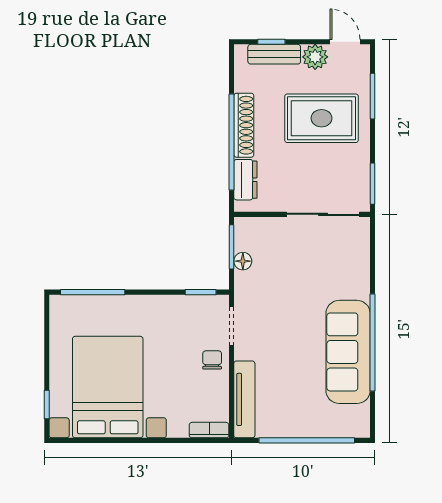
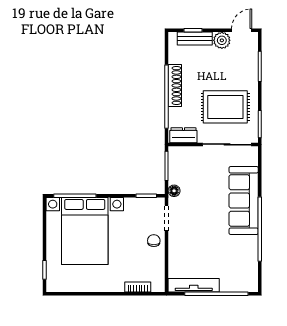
door: (345, 42) -> (242, 30), hinge flipped
rug: (322, 118) -> (225, 107), moved
dresser: (245, 180) -> (183, 135), moved, turned -90
floor lamp: (243, 261) -> (174, 191), moved
sofa: (348, 352) -> (244, 200), moved
bed with nightstands: (108, 387) -> (85, 231), moved, turned 180
tv unit: (244, 399) -> (194, 285), moved, turned -90
bookcase: (209, 430) -> (138, 287), moved

